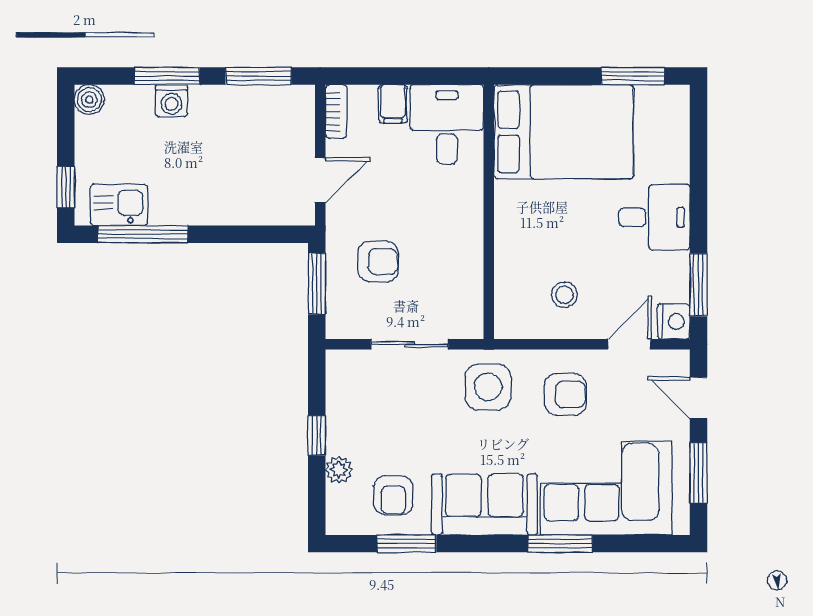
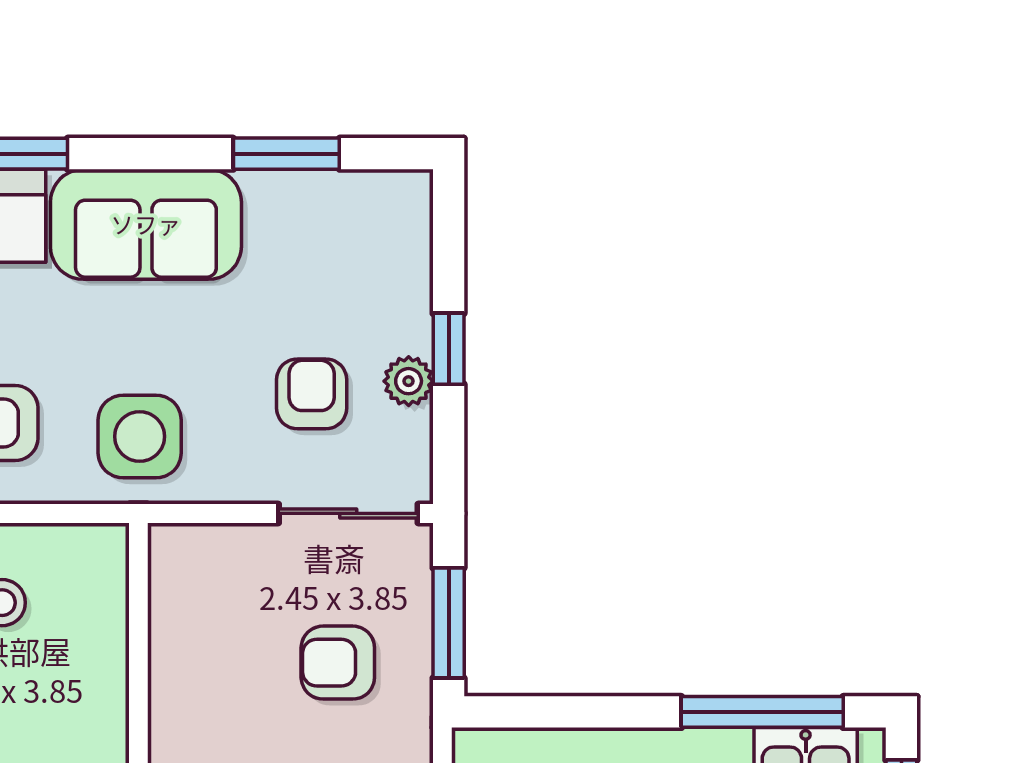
sliding door: (410, 344) -> (348, 513), moved
plant: (339, 470) -> (409, 381), moved
armchair: (393, 495) -> (312, 394), moved

